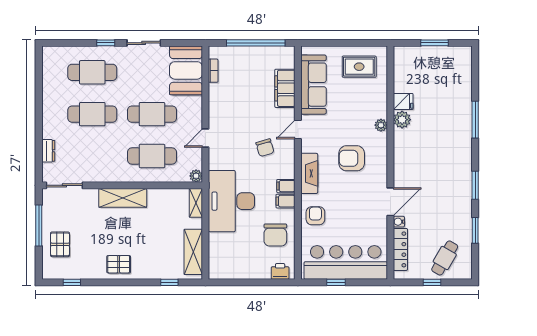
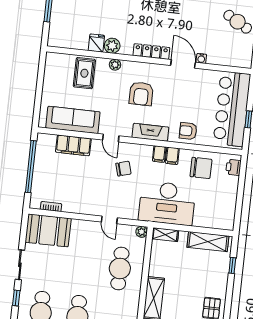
rug: (359, 67) -> (84, 73), moved
cafe table: (152, 114) -> (83, 264), removed
locker: (400, 249) -> (151, 52), moved

